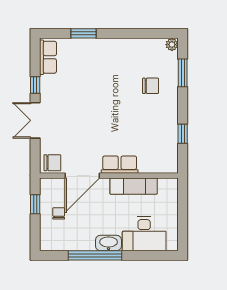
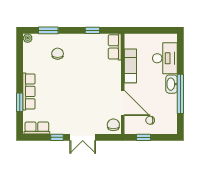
row of seats: (98, 46) -> (29, 91), added
row of seats: (120, 165) -> (115, 47), moved

